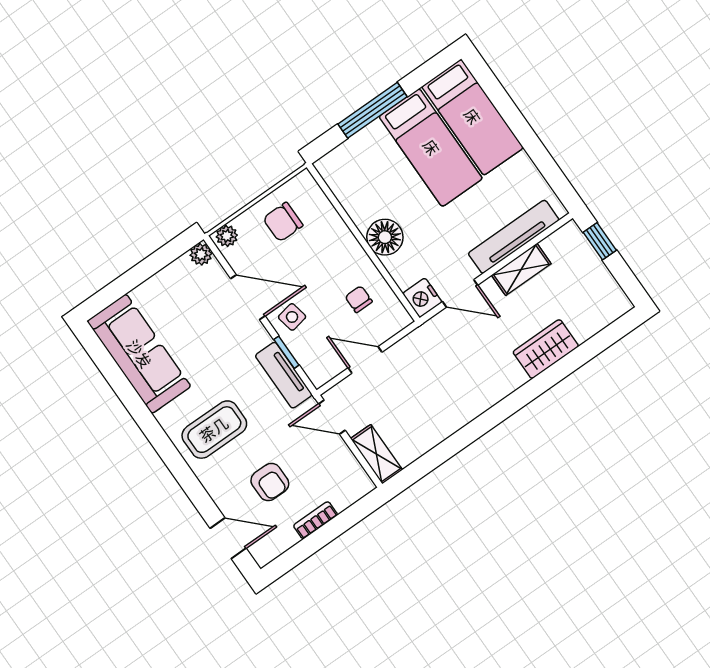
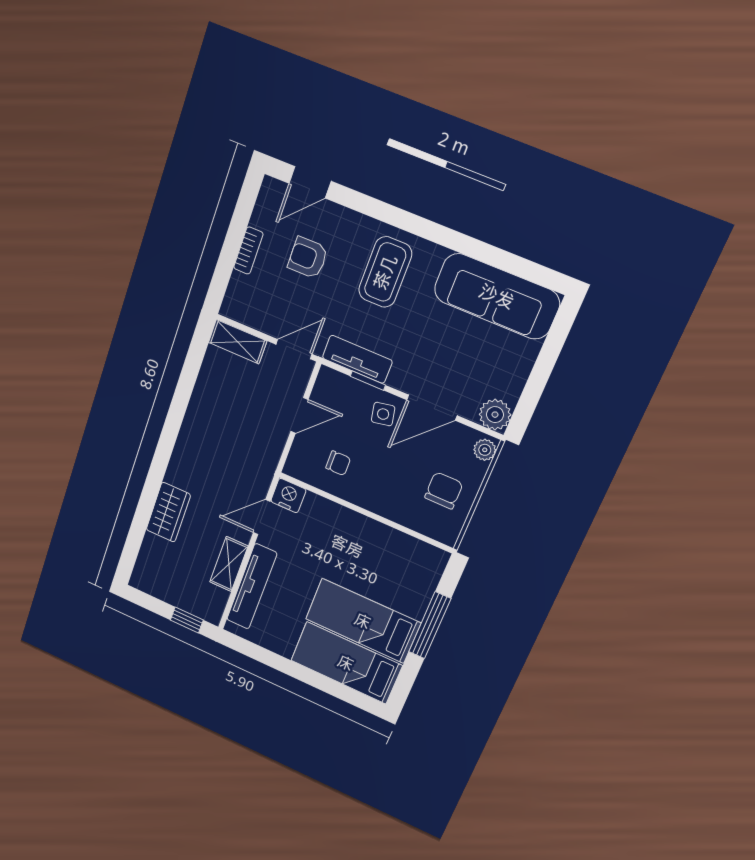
floor lamp: (385, 237) -> (351, 527), removed
plant: (201, 254) -> (495, 415), width x1.38, depth x1.38

